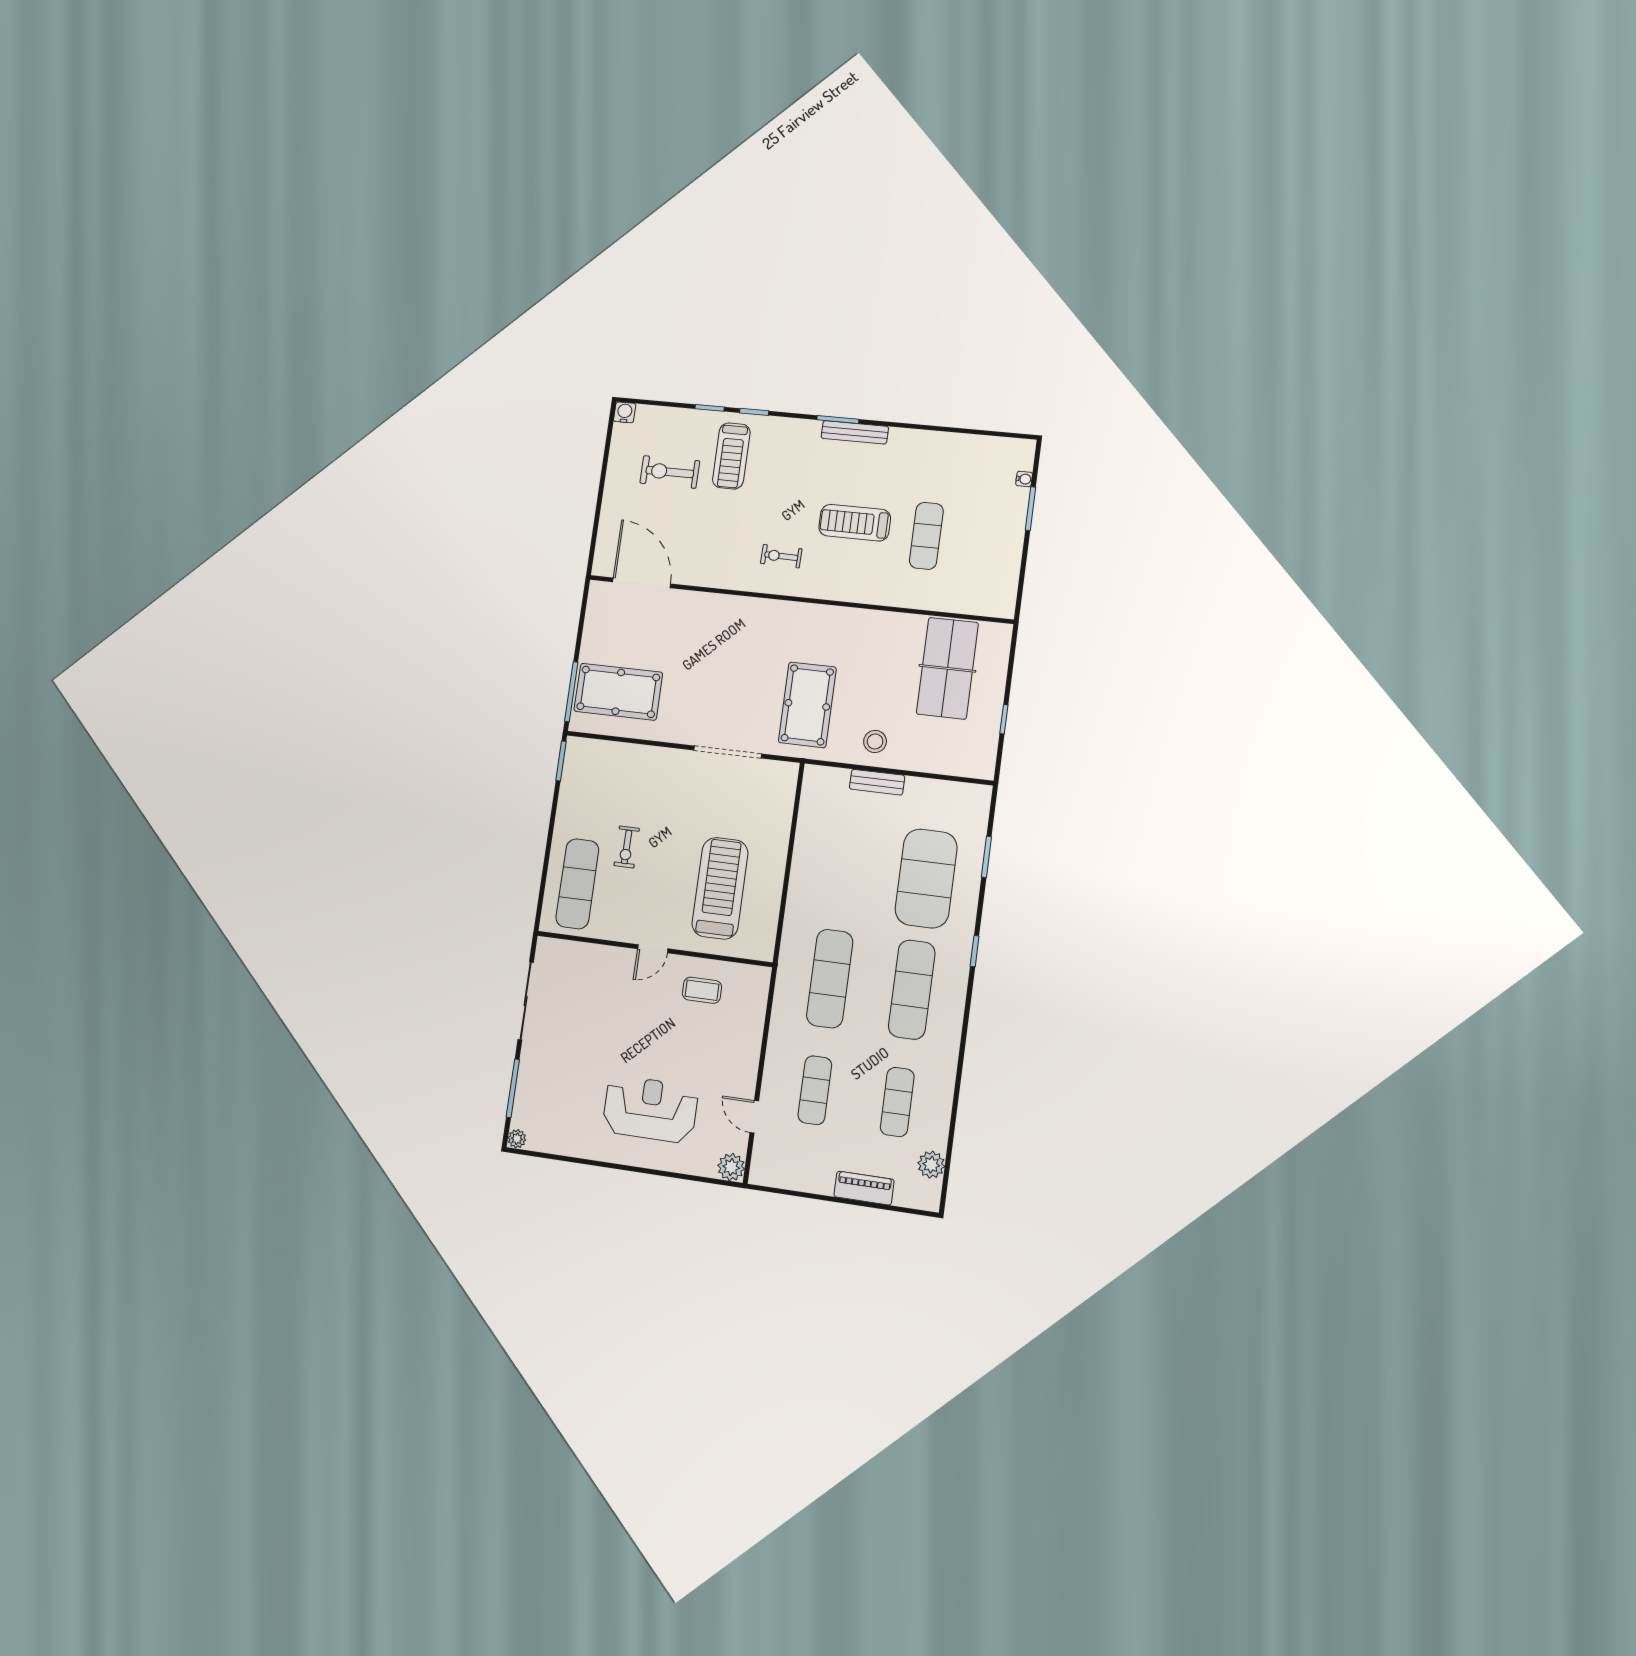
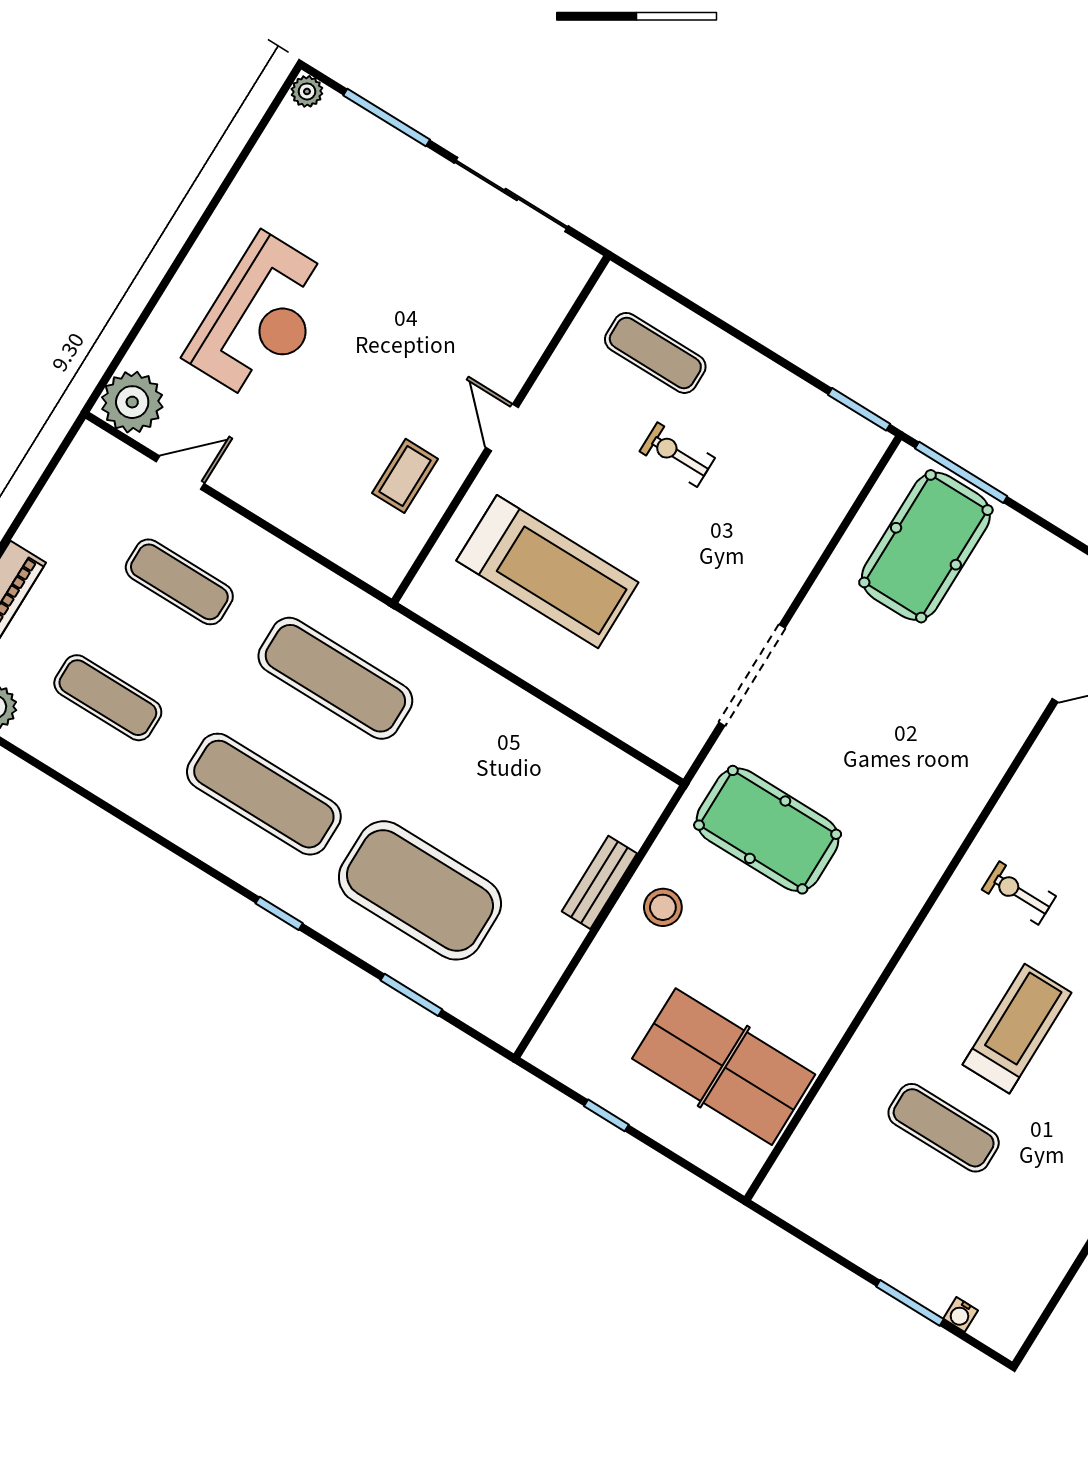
exercise bike: (781, 556) -> (1019, 893), turned -91
exercise mat: (577, 884) -> (655, 353), width x0.73, depth x0.69
plant: (731, 1167) -> (132, 402), width x1.36, depth x1.36

